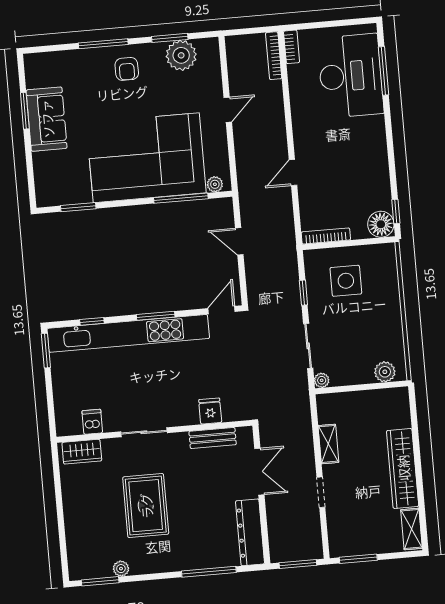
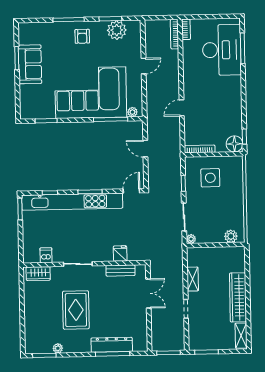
dresser: (250, 532) -> (112, 345), moved, turned 90

